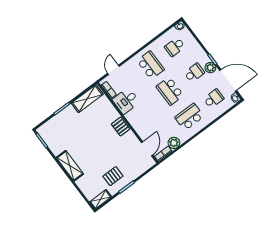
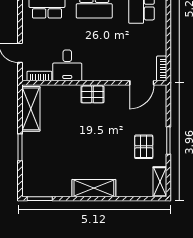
plant: (174, 143) -> (158, 46), removed
door: (147, 149) -> (142, 83), swing flipped

